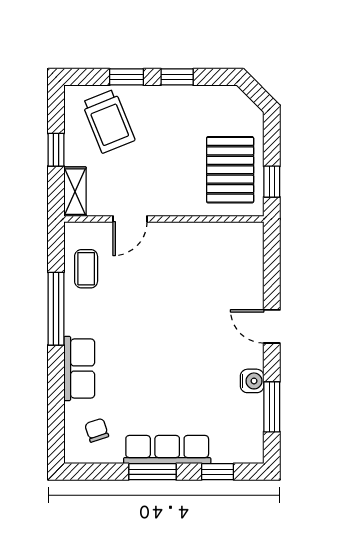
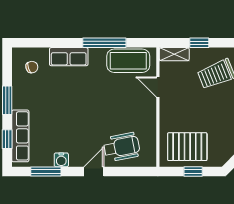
window: (272, 182) -> (193, 172), moved
coffee table: (86, 269) -> (128, 61), width x1.86, depth x1.72
wheelchair: (231, 280) -> (122, 147), added
row of seats: (167, 450) -> (20, 136), moved

